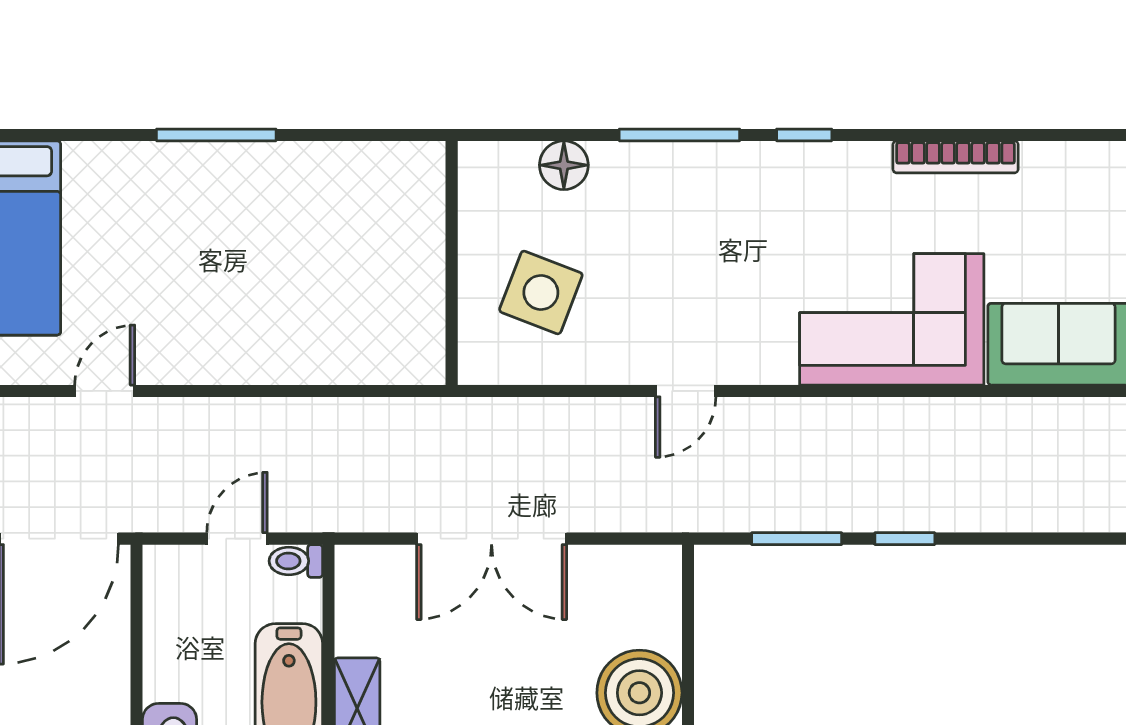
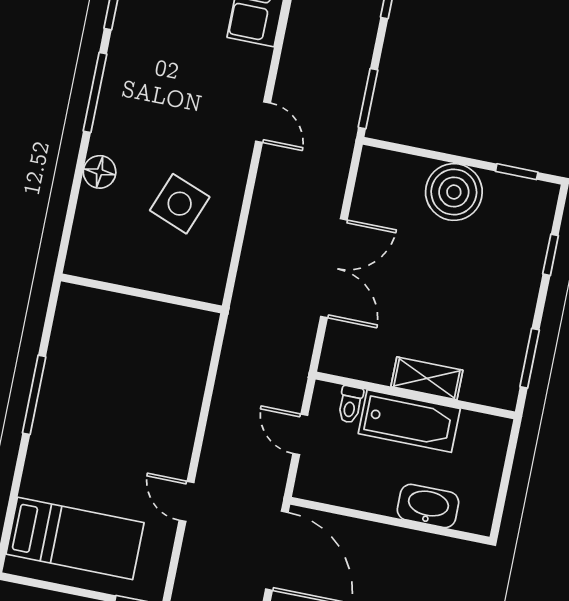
wall: (452, 263) -> (141, 293), moved
window: (797, 539) -> (368, 99), moved
toilet: (296, 561) -> (350, 405), moved

